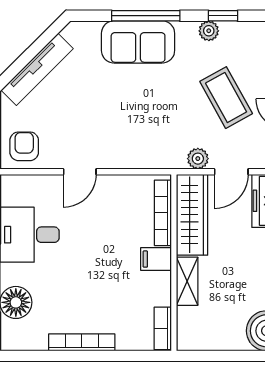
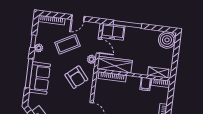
armchair: (151, 128) -> (76, 77), added
filing cabinet: (156, 259) -> (146, 84), moved
shelving: (187, 281) -> (158, 72), moved

